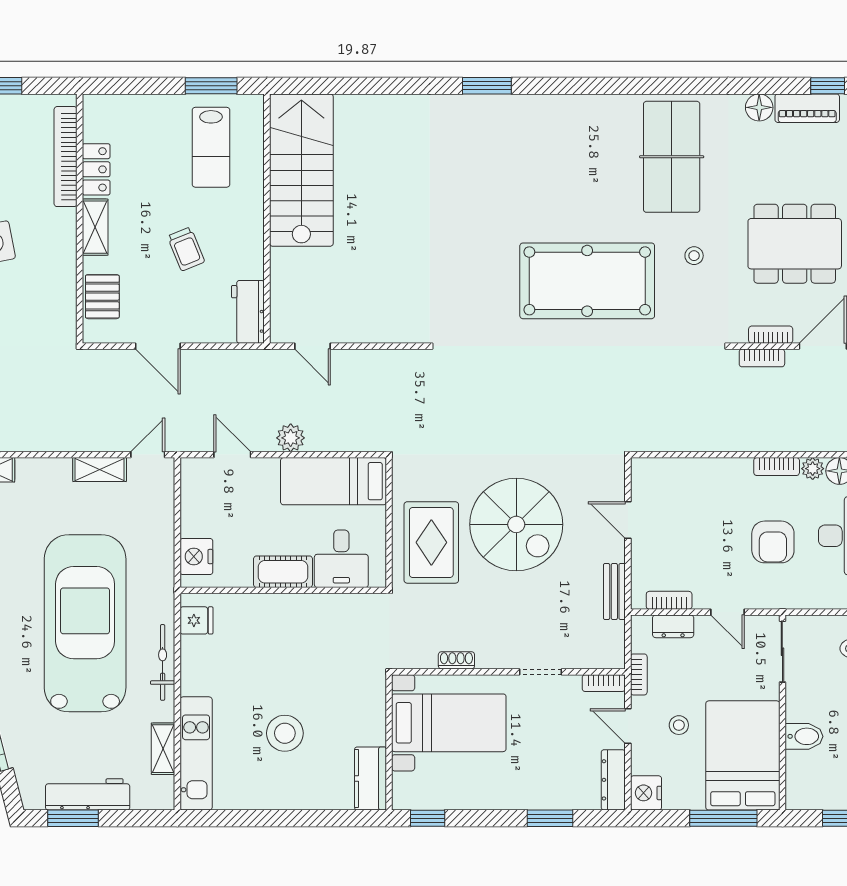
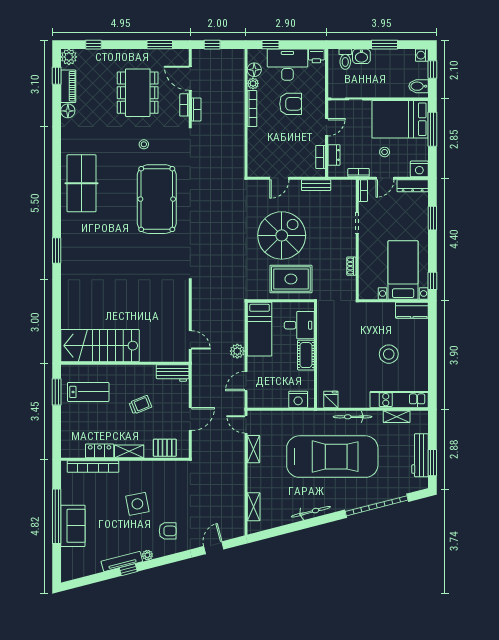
table tennis table: (672, 157) -> (82, 183), moved, turned 90
door: (313, 346) -> (190, 340), hinge flipped
bookcase: (777, 467) -> (252, 108), width x1.56
car: (85, 623) -> (332, 457), turned 180
bed with nightstands: (449, 723) -> (403, 270), moved
bidet: (804, 736) -> (419, 86), moved, turned -90

